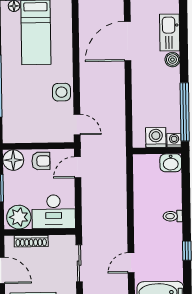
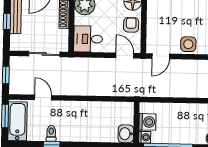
armchair: (41, 161) -> (131, 25), turned 180
desk: (54, 212) -> (88, 39), width x0.73
toilet: (173, 216) -> (51, 133), moved

